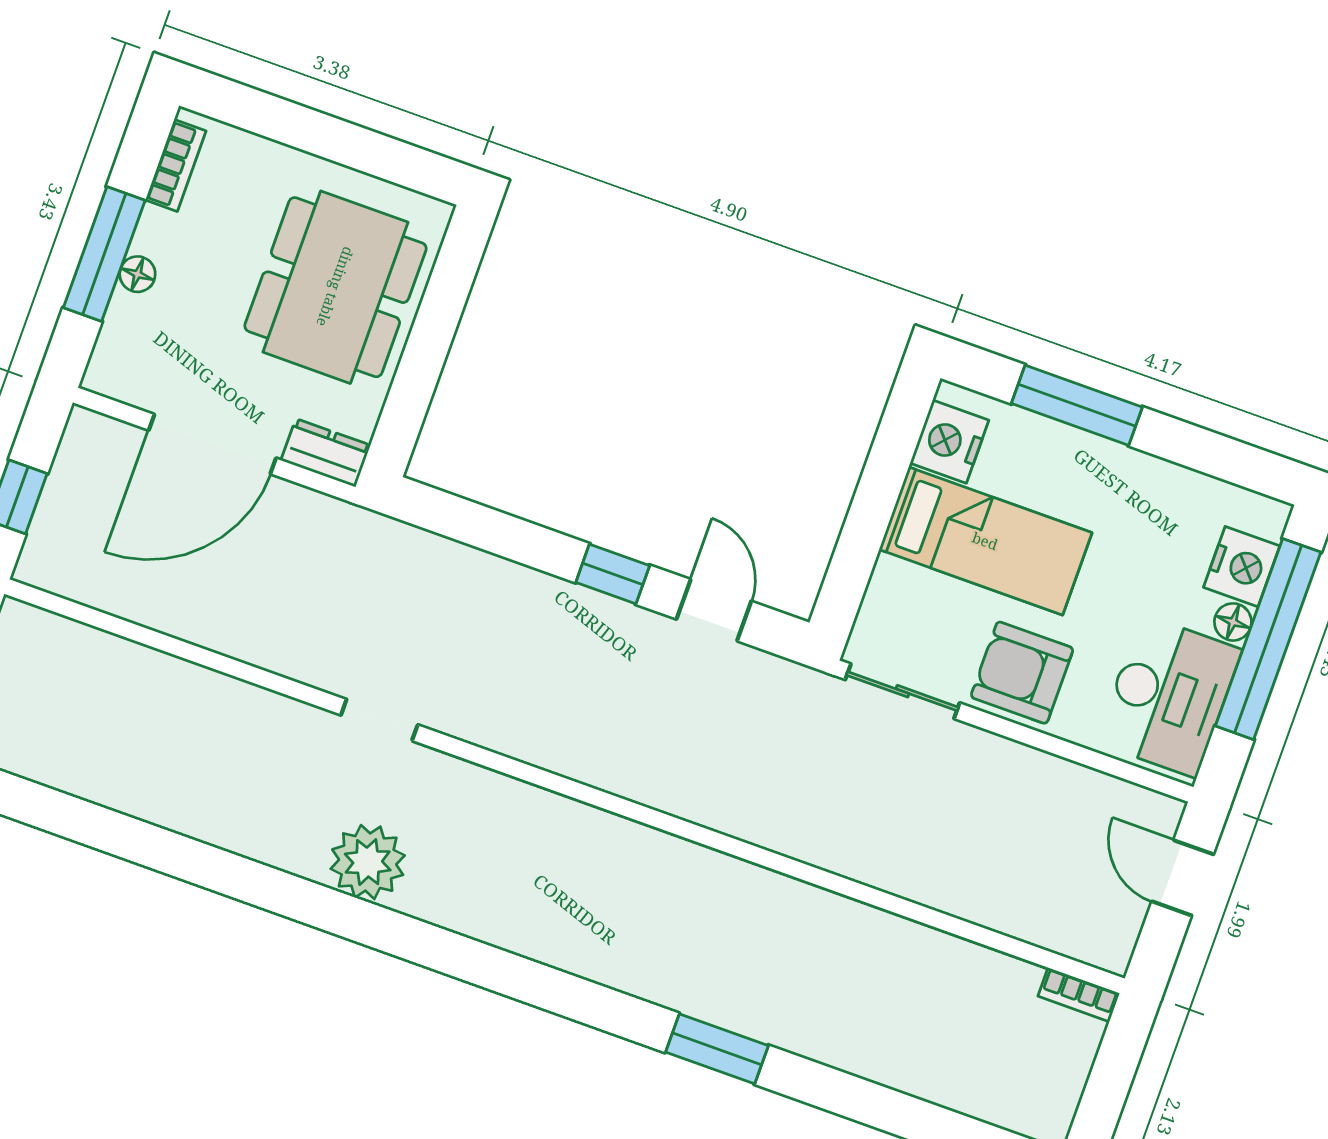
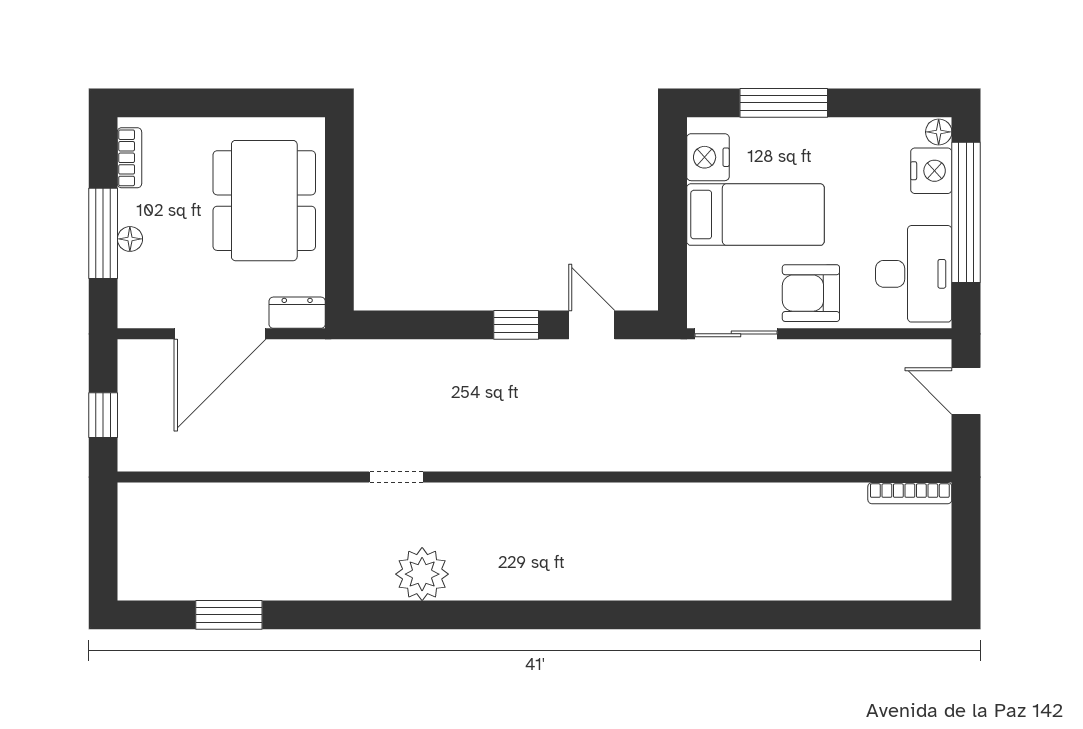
floor lamp: (1233, 622) -> (939, 132), moved
bookcase: (1079, 995) -> (910, 493), width x1.56
window: (717, 1049) -> (229, 615), moved

